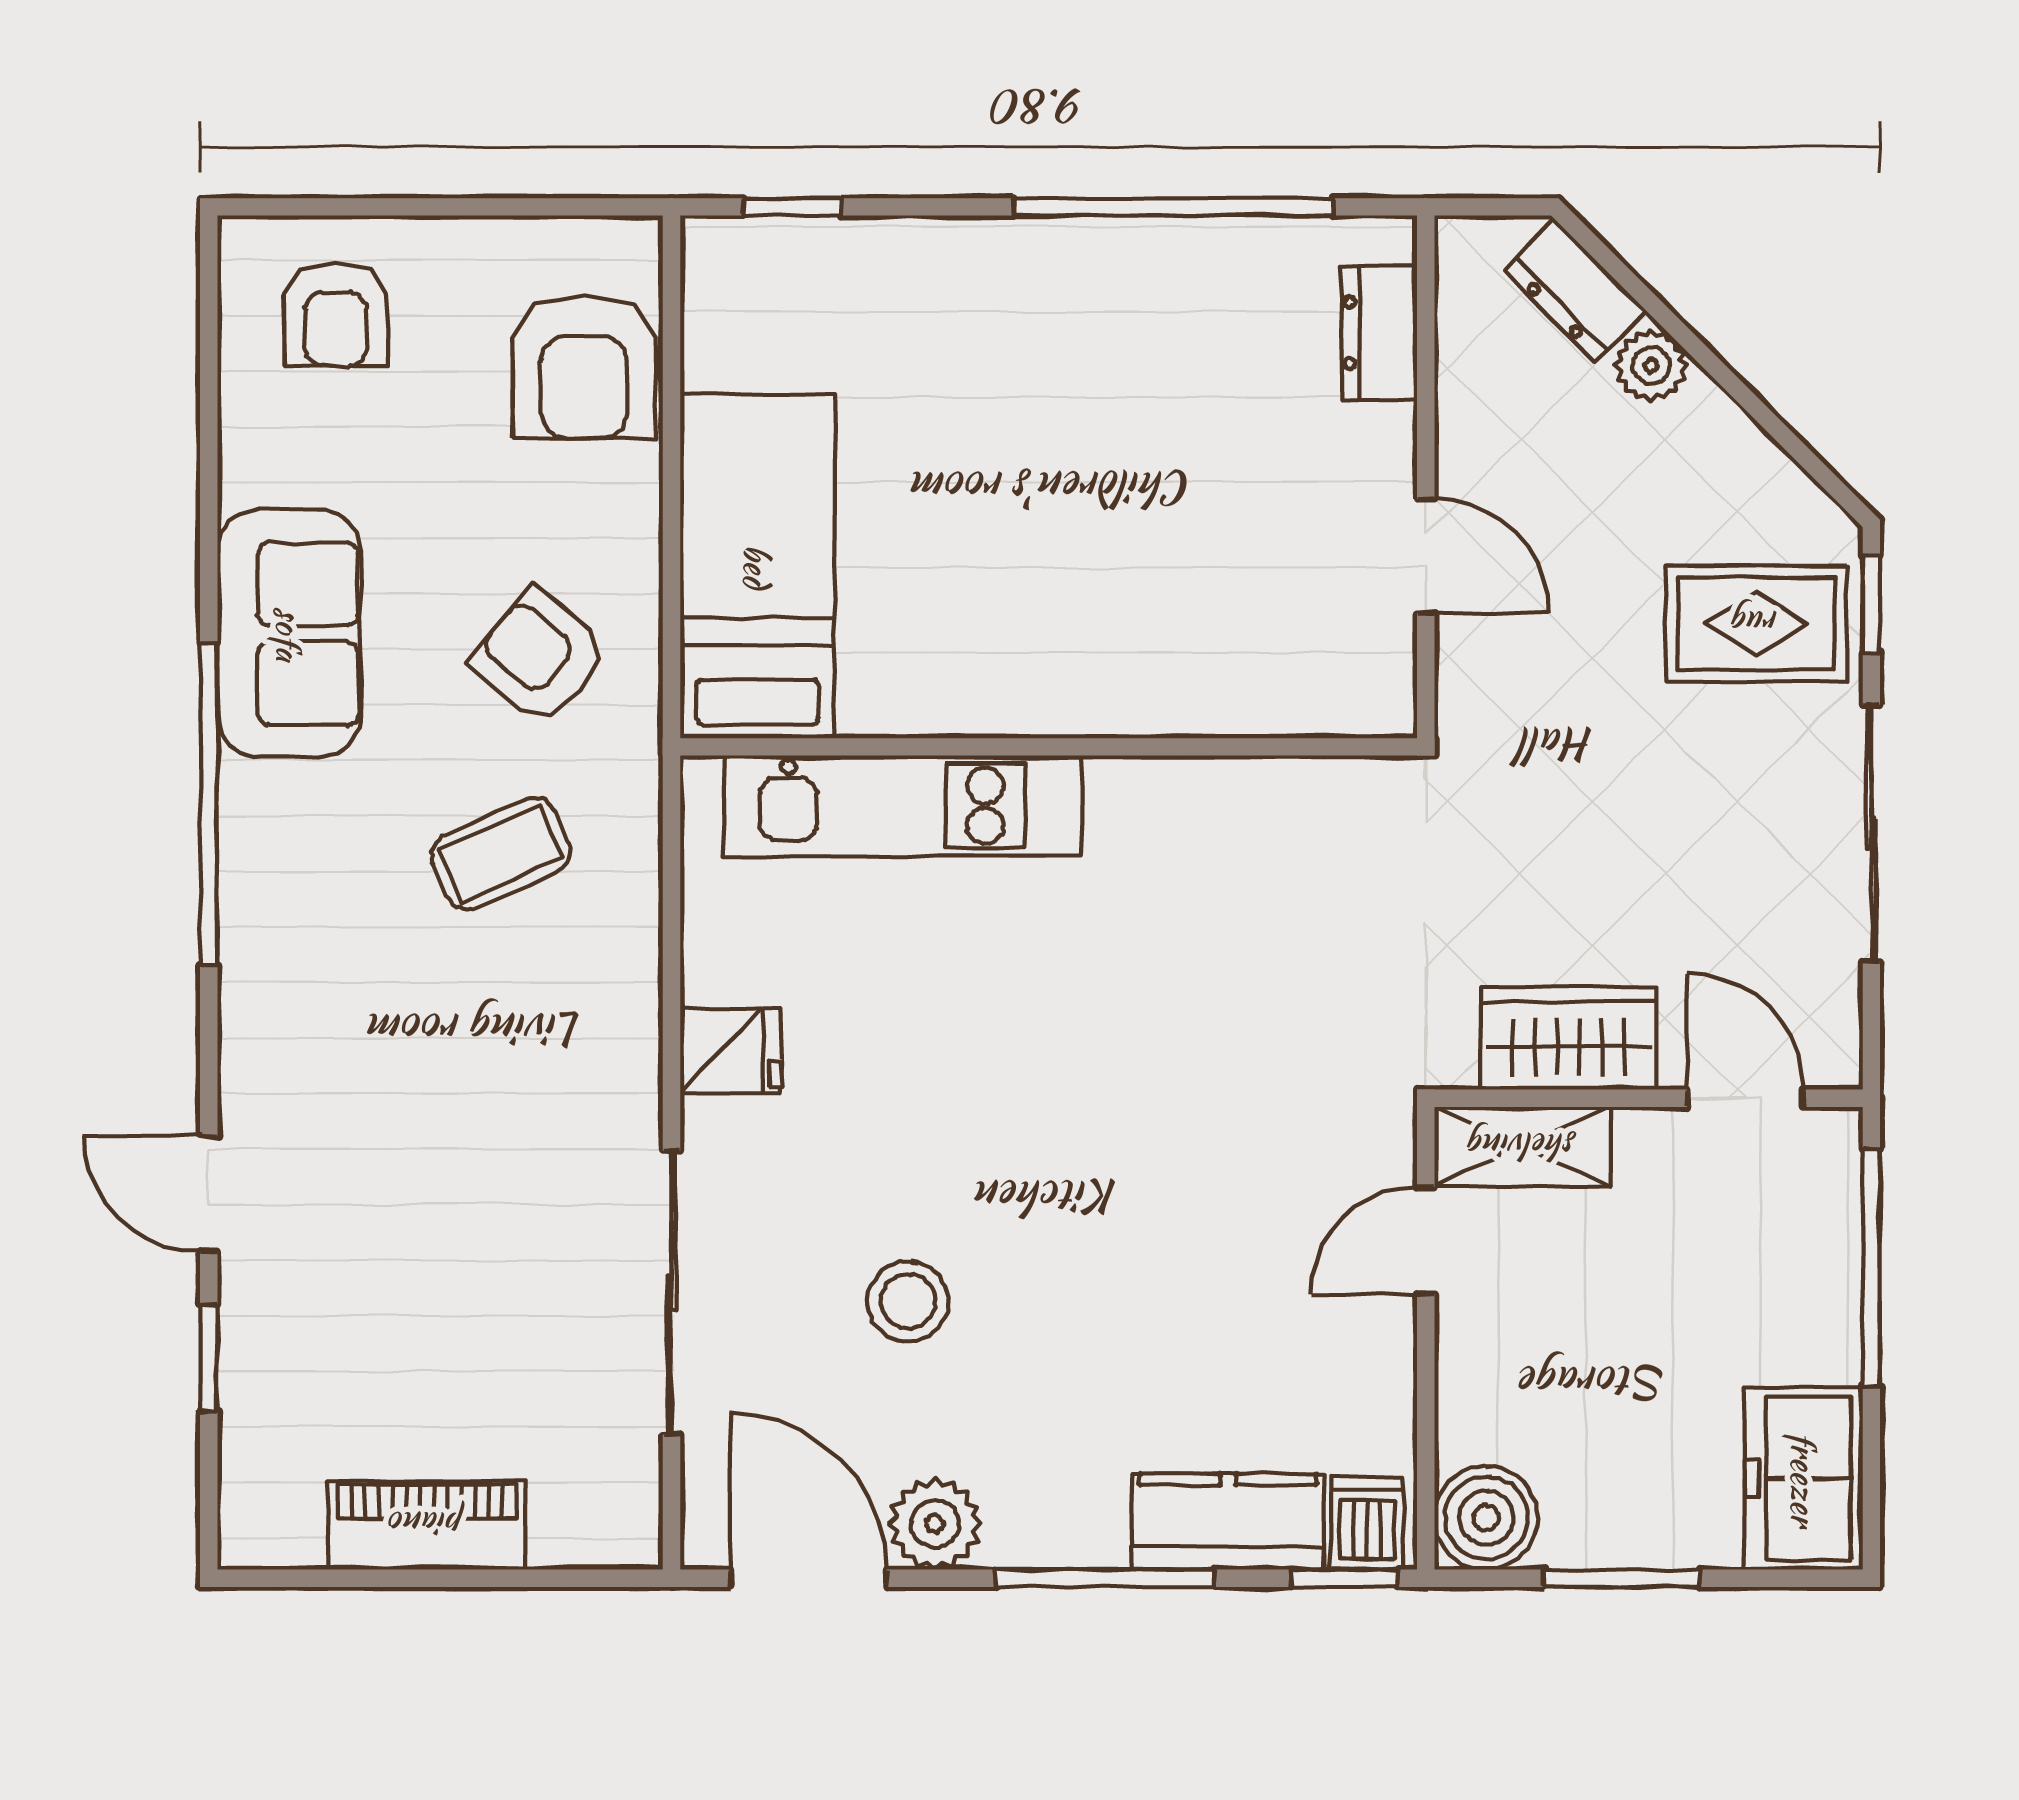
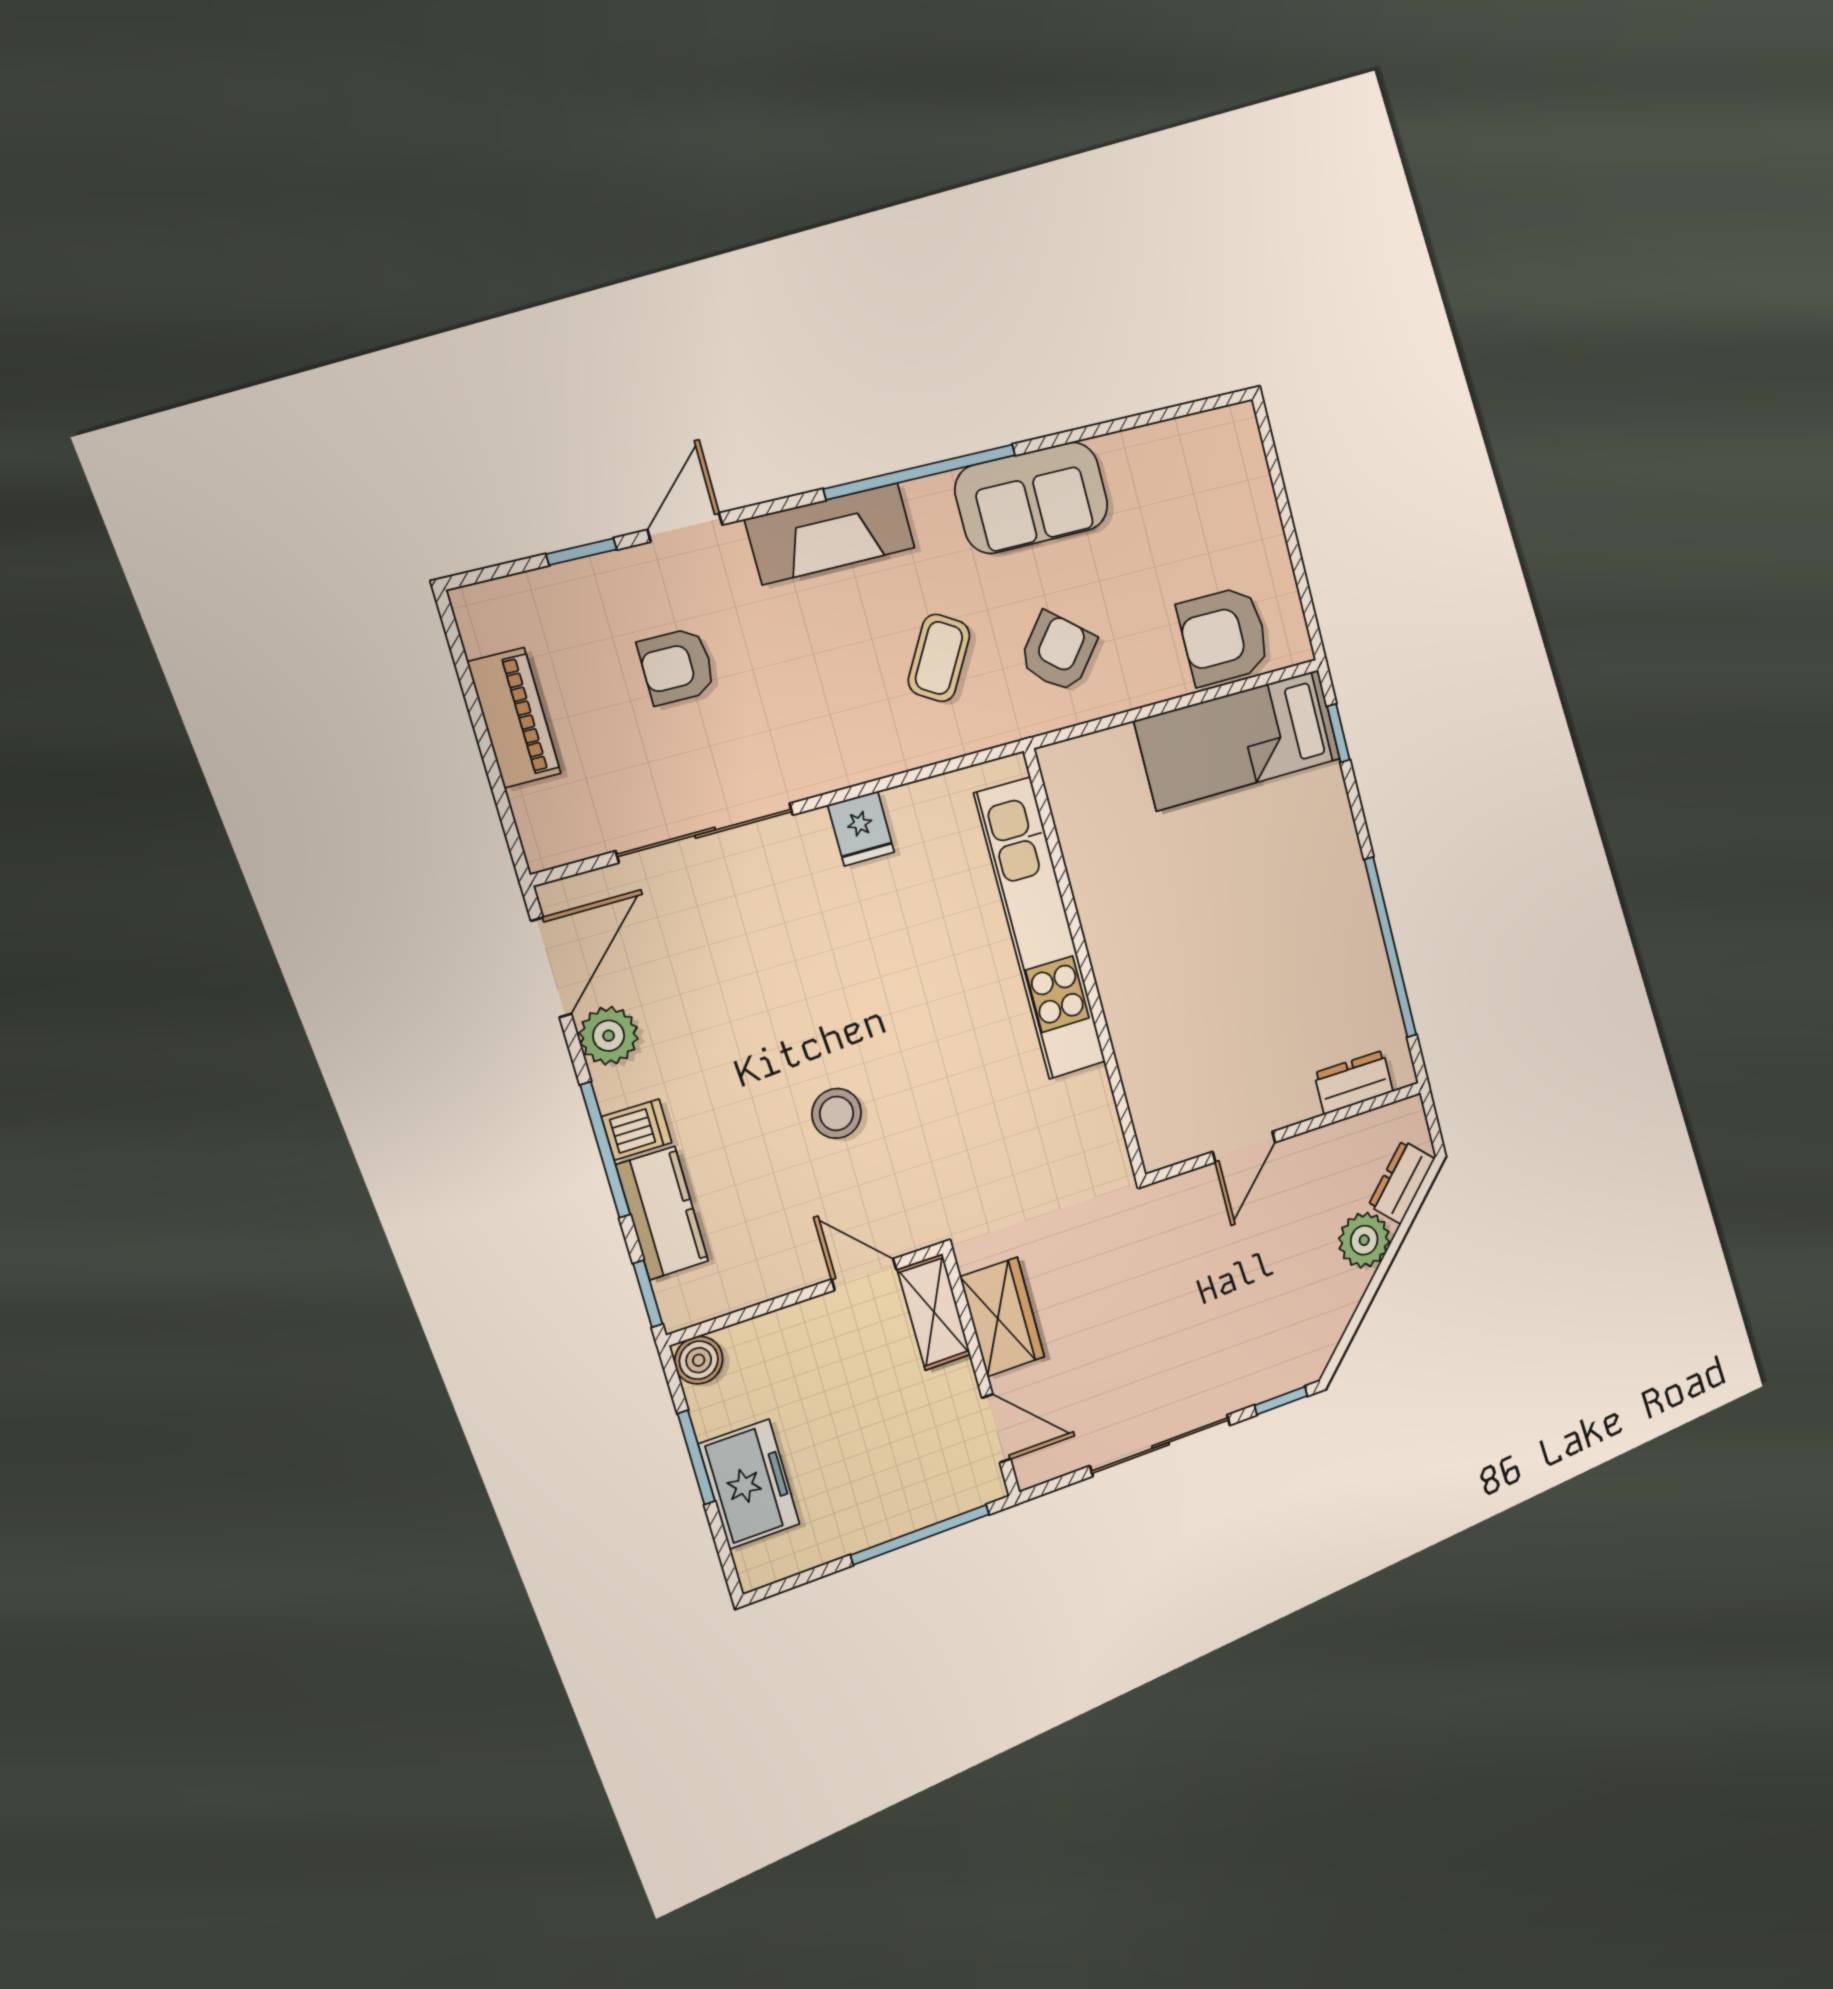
armchair: (336, 315) -> (677, 666), moved
plant: (1651, 366) -> (1364, 1240), width x1.38, depth x1.38
bed: (757, 566) -> (1238, 740), moved, turned 180
rug: (1756, 624) -> (1255, 1342), removed
kitchen unit: (903, 806) -> (1040, 929), width x1.36
coffee table: (501, 854) -> (939, 658), turned 55
fireplace: (270, 973) -> (830, 534), added
door: (1745, 1098) -> (996, 1428), hinge flipped
stool: (908, 1301) -> (837, 1113), moved
freezer: (1804, 1479) -> (749, 1484), moved, turned 90
boiler: (1486, 1518) -> (699, 1360), width x0.73, depth x0.73
dishwasher: (1367, 1523) -> (637, 1130), moved

